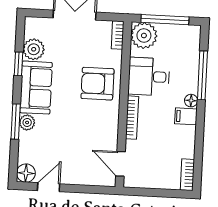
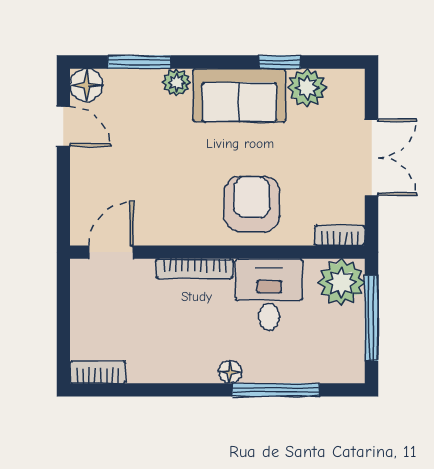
filing cabinet: (186, 116) -> (202, 364), removed
window: (16, 122) -> (139, 62), moved

